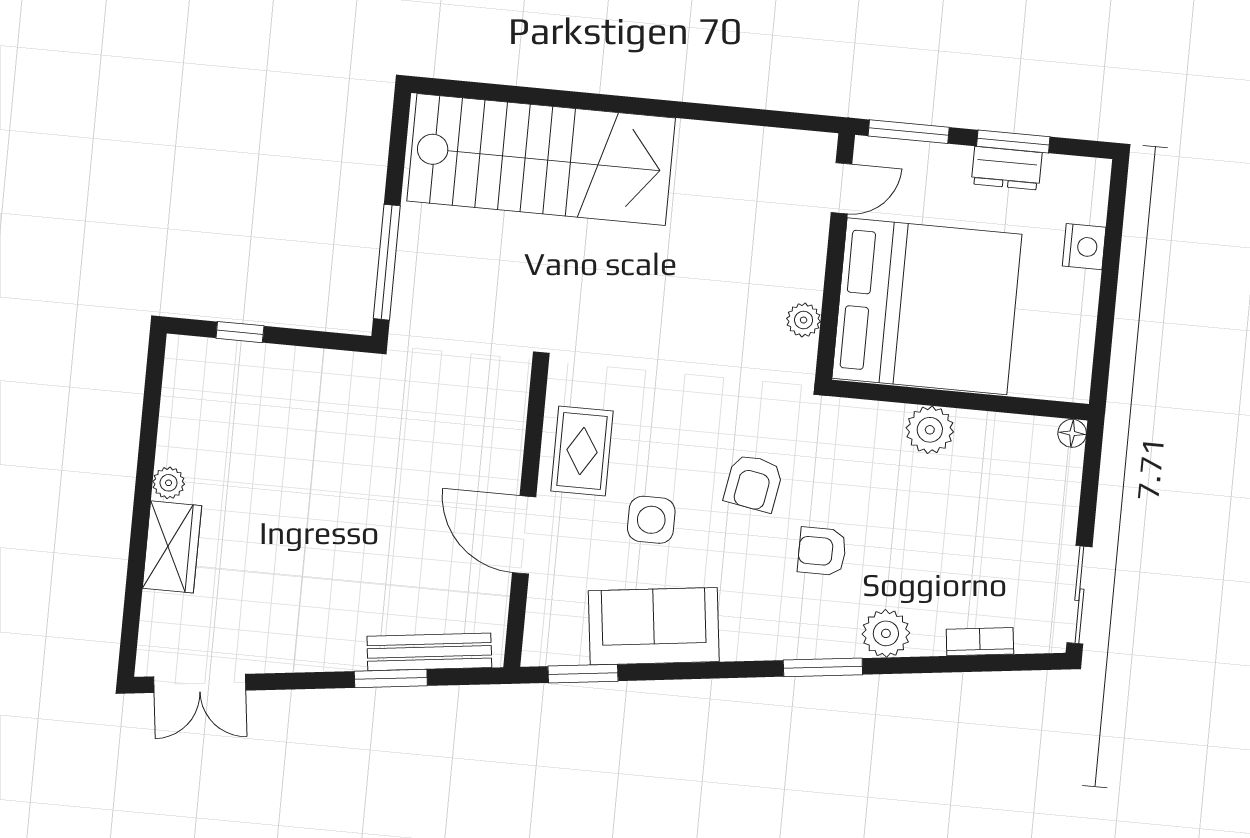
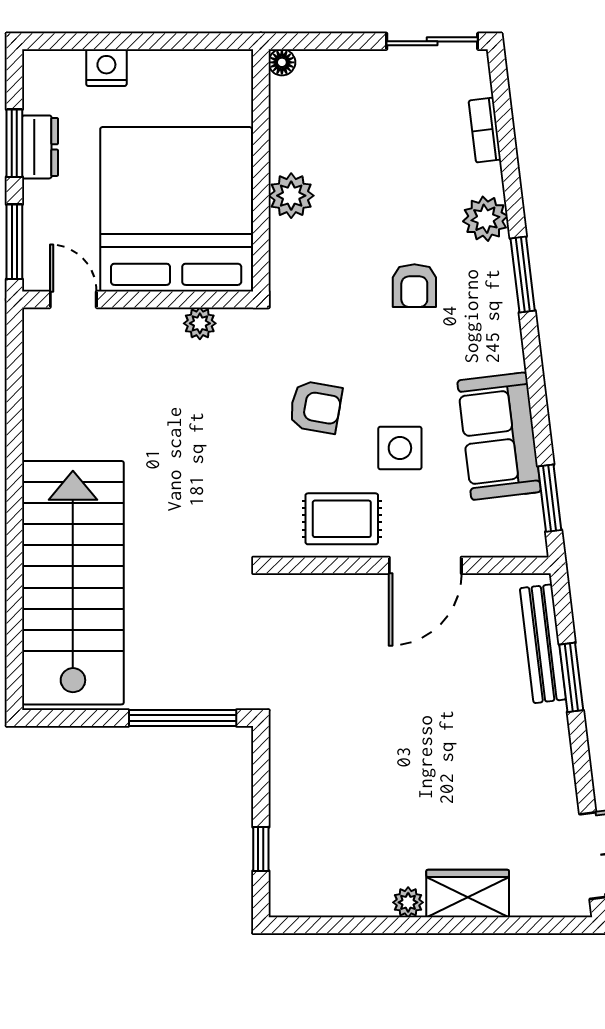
armchair: (754, 483) -> (316, 407), moved

